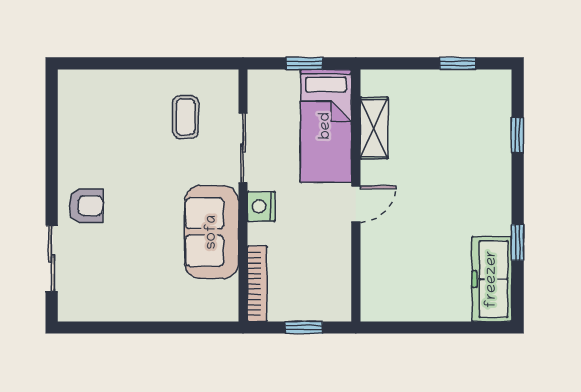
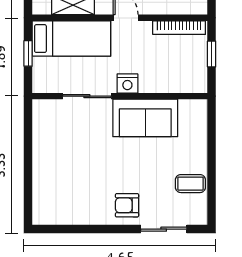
coffee table: (186, 117) -> (190, 184), moved
armchair: (86, 206) -> (127, 205), turned -90
bookcase: (257, 284) -> (179, 28), moved, turned 180

